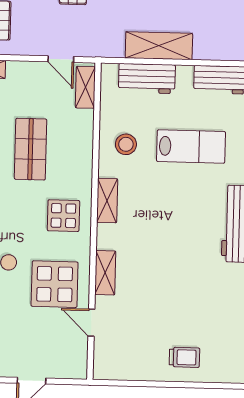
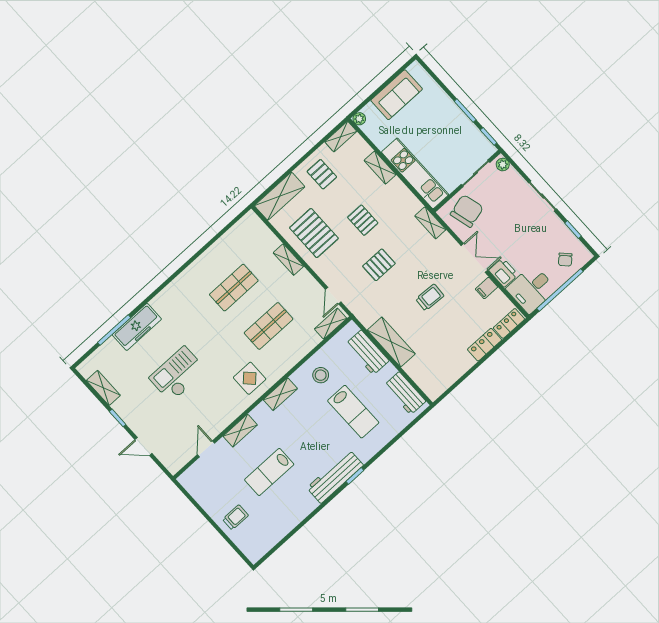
lab bench: (172, 283) -> (269, 472), added
display table: (55, 284) -> (208, 409), removed
trolley: (184, 357) -> (235, 517), turned -90

